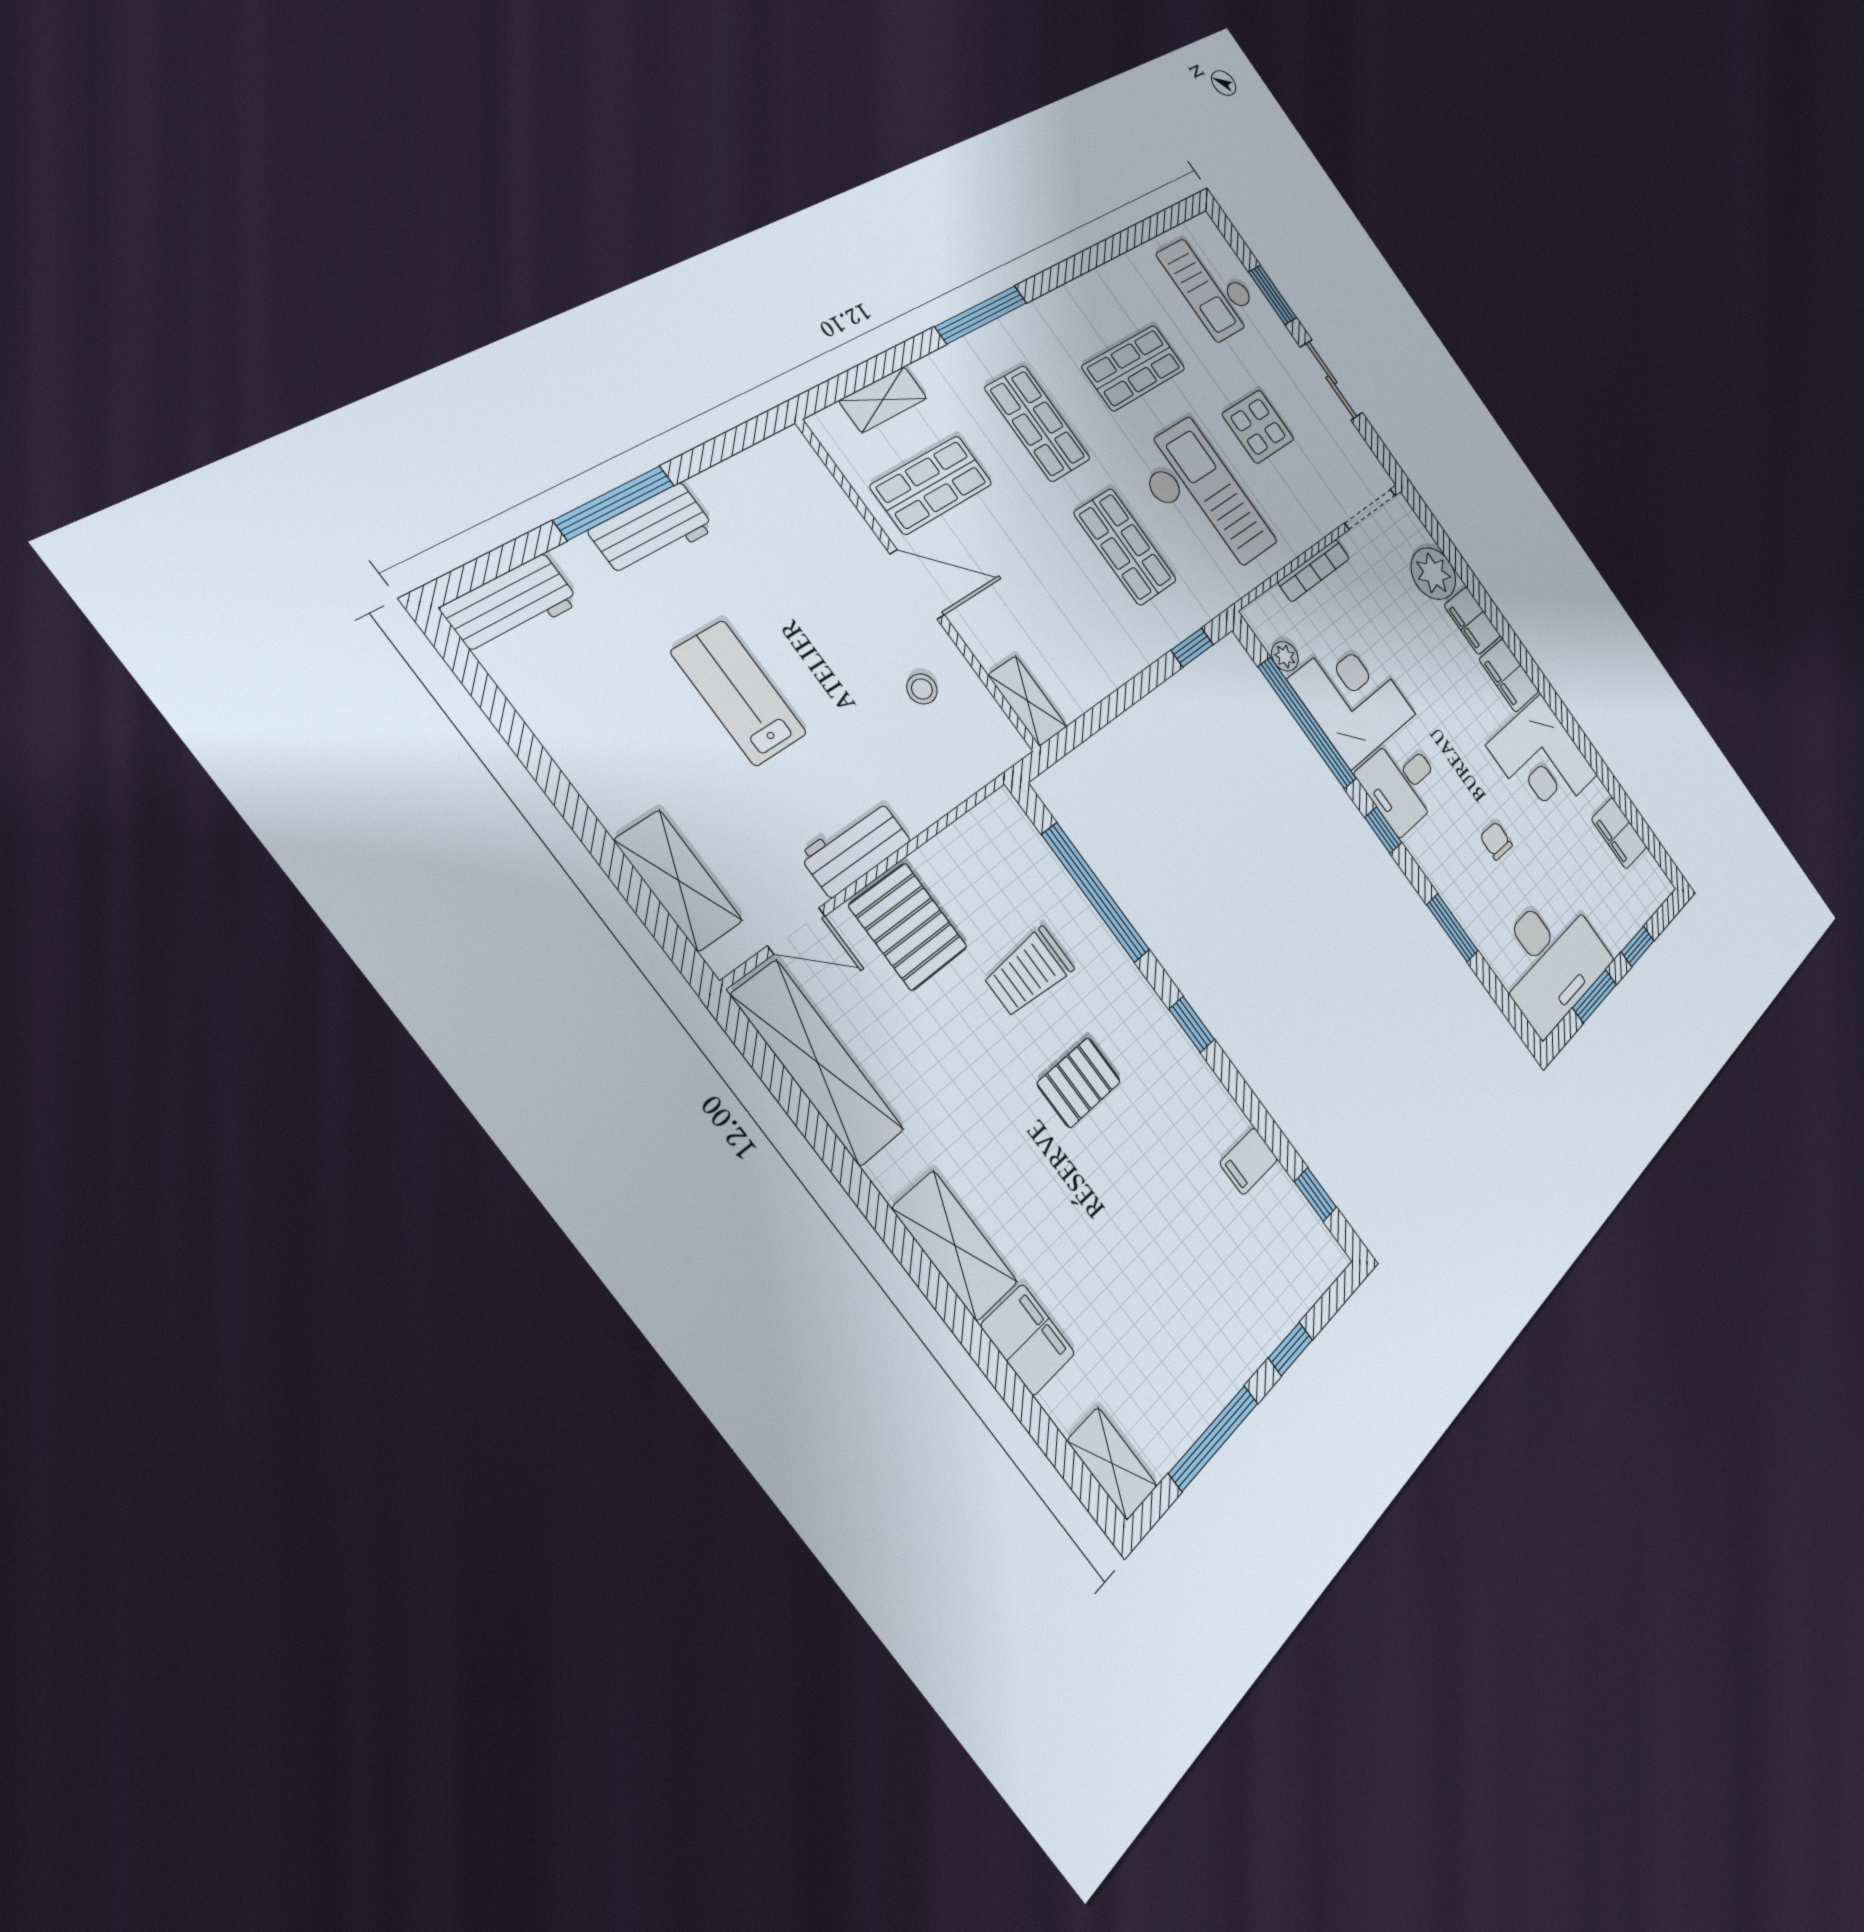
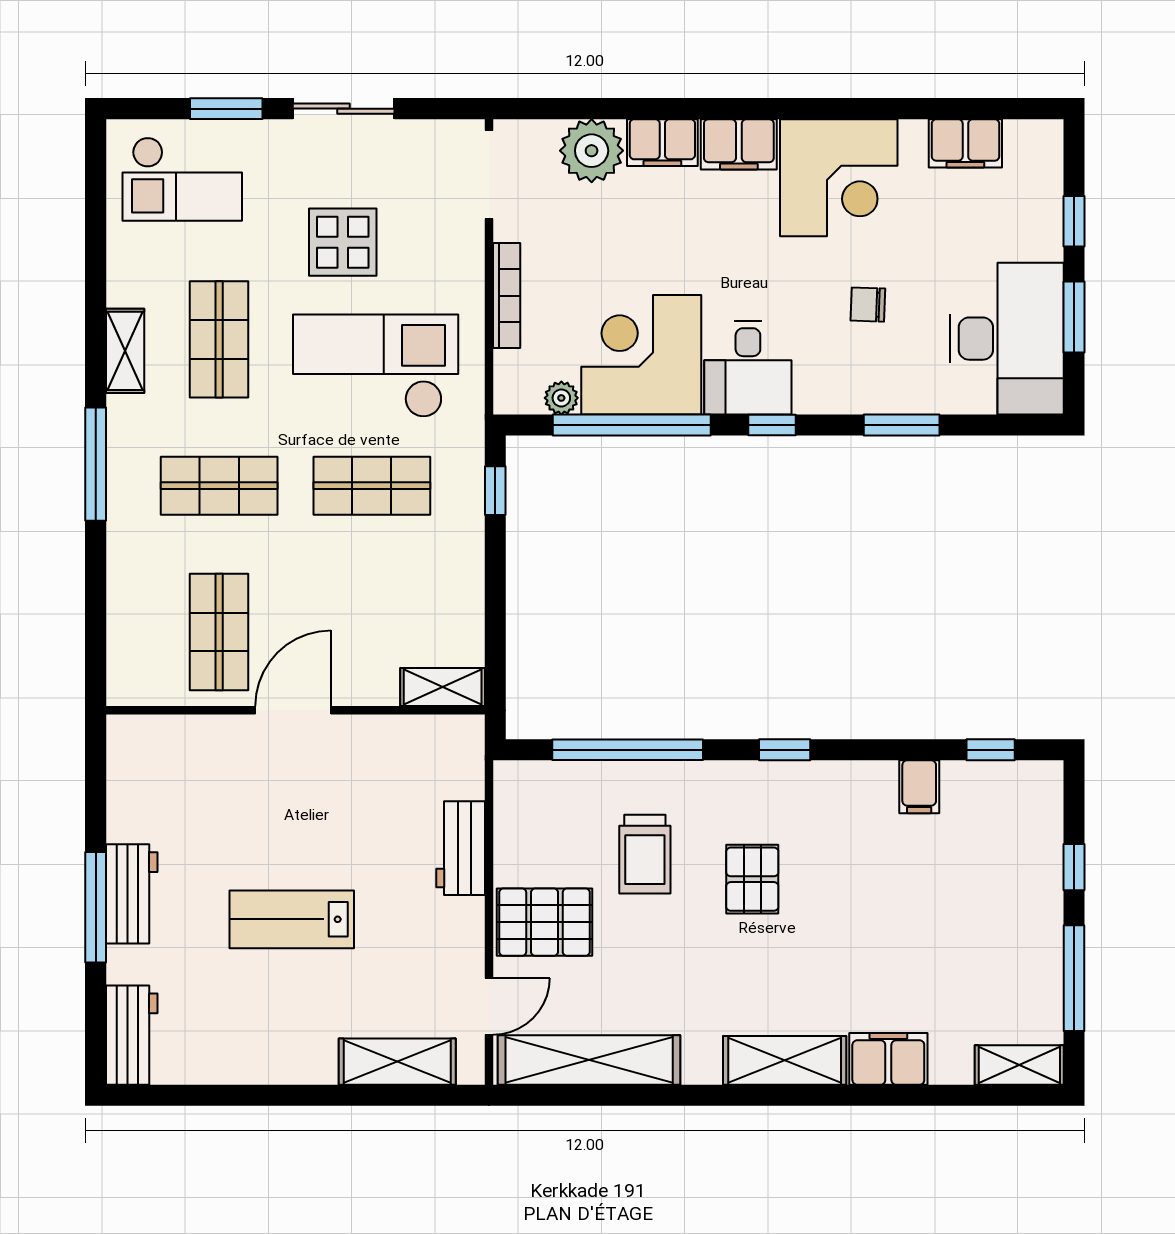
shelving: (883, 399) -> (125, 351), moved
stool: (922, 689) -> (377, 772), removed
workbench: (855, 848) -> (461, 848), moved

